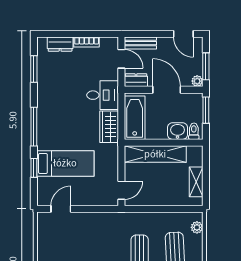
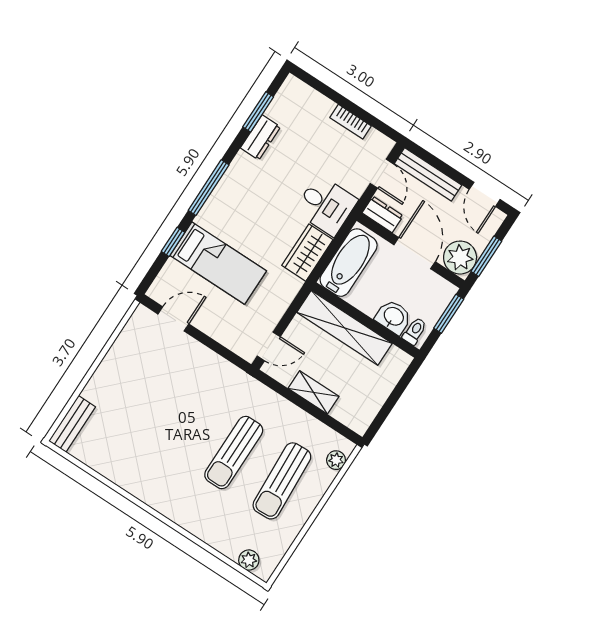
bench: (140, 43) -> (428, 174), width x1.36
dresser: (60, 44) -> (261, 137), moved, turned -90
plant: (197, 81) -> (460, 258), width x1.88, depth x1.88
shelving: (196, 182) -> (314, 392), moved, turned 90

